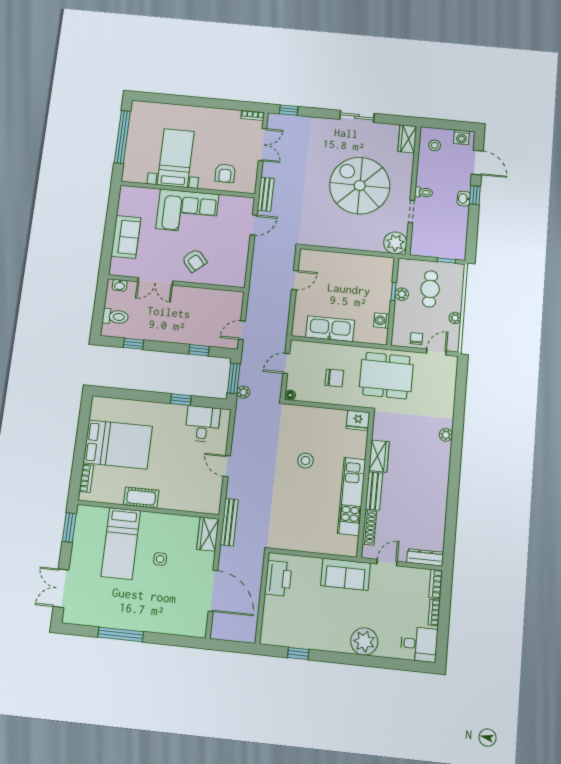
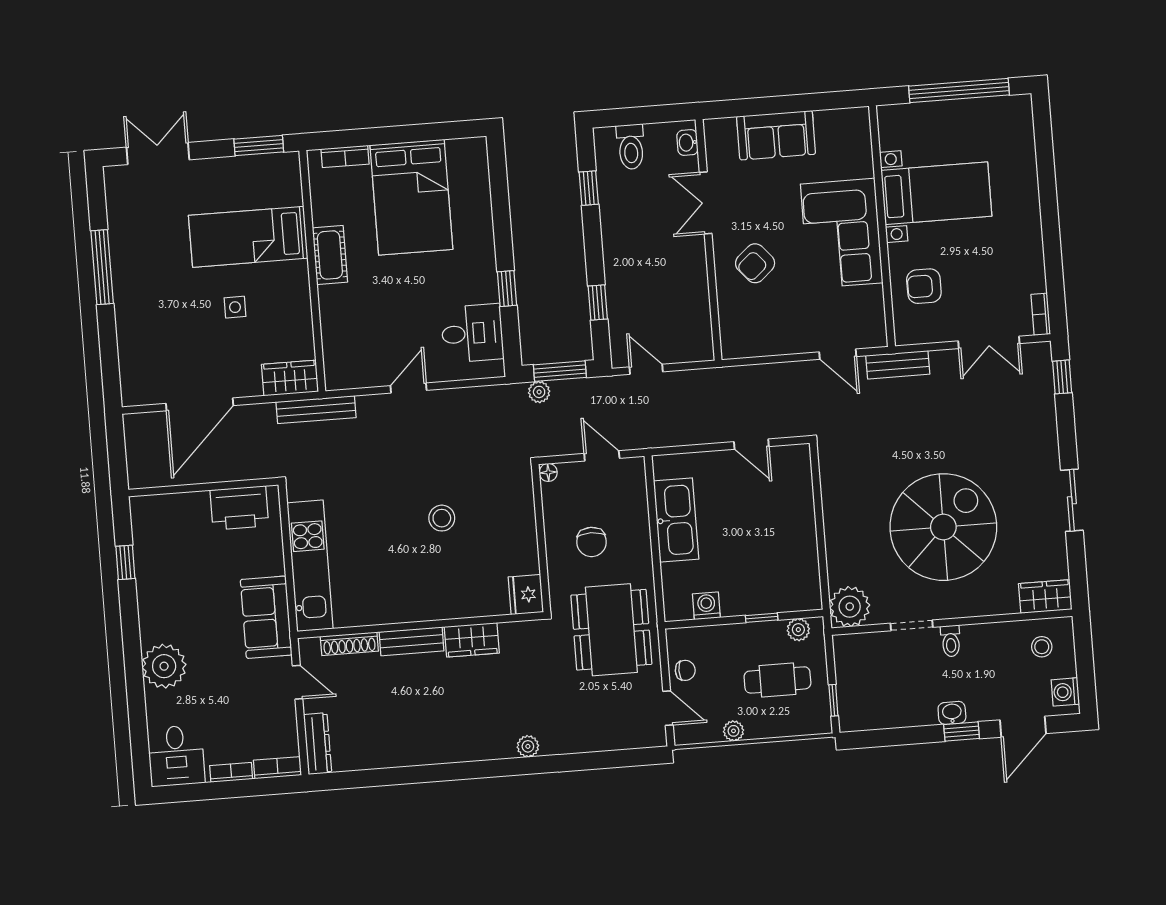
plant: (402, 294) -> (798, 630), moved
kitchen unit: (352, 496) -> (310, 566), moved, turned 90

